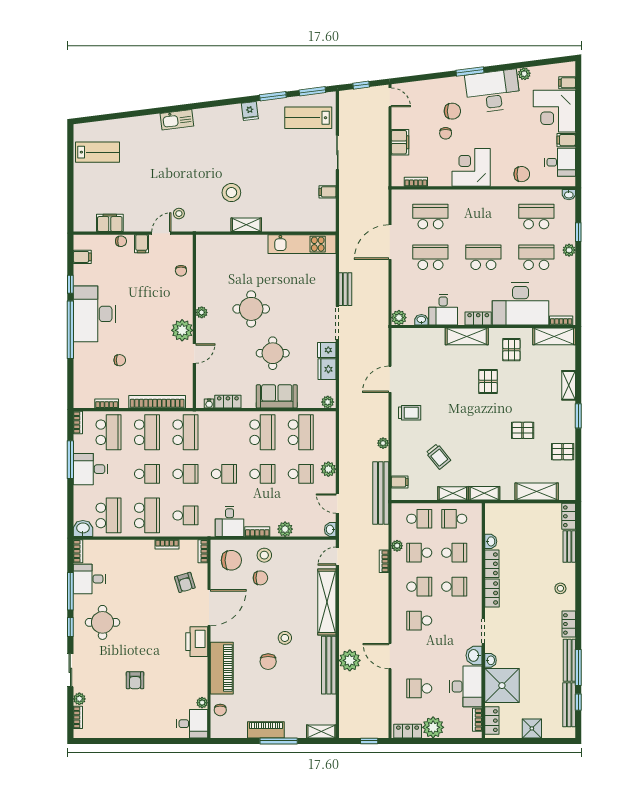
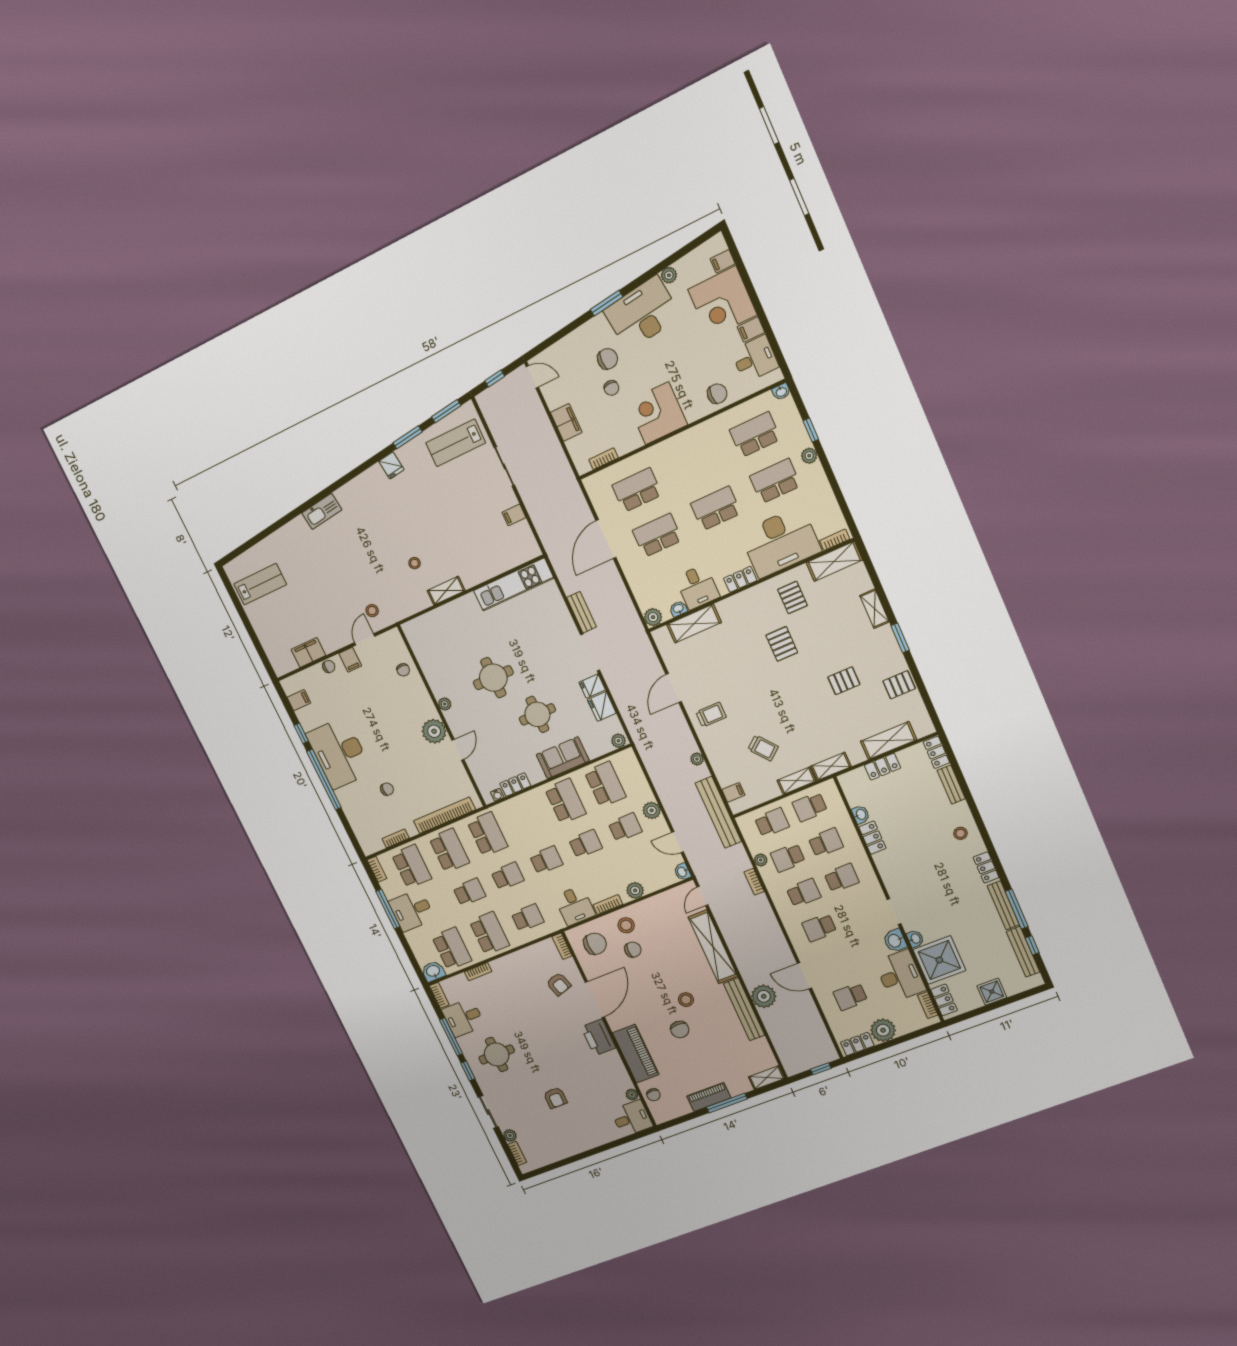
stool: (231, 193) -> (415, 563), width x0.53, depth x0.53
shelving: (467, 336) -> (694, 624), moved
bookcase: (167, 544) -> (478, 972), moved
locker: (492, 593) -> (882, 767), moved, turned 90

